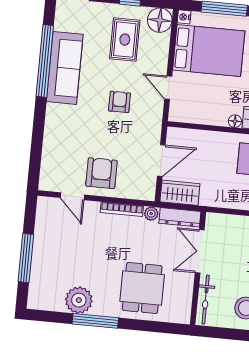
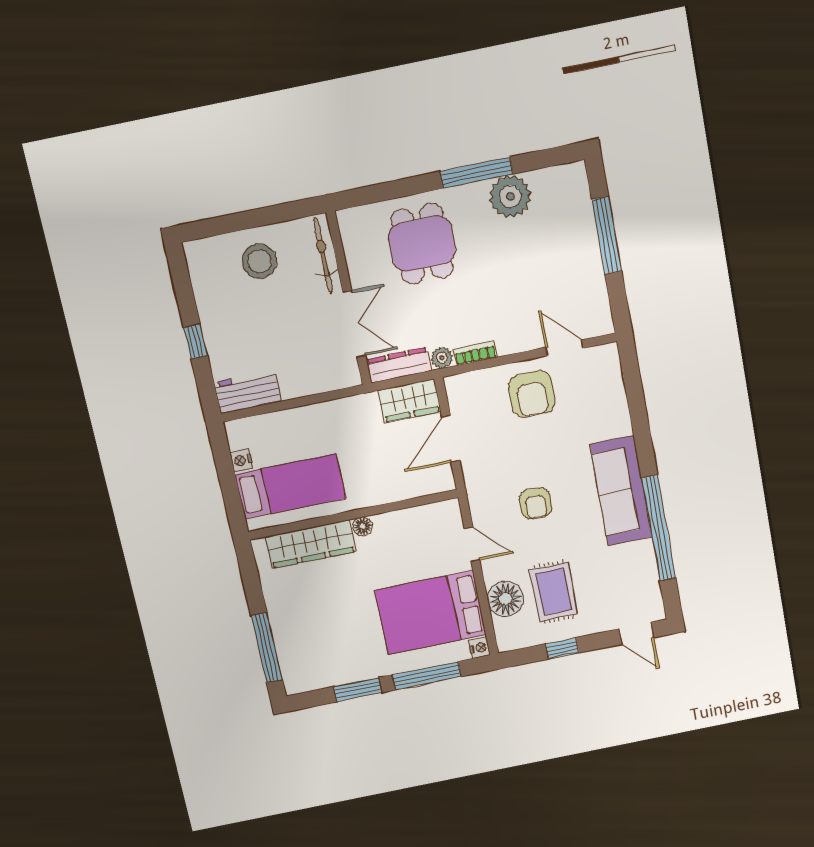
floor lamp: (160, 20) -> (506, 599), moved
sofa: (65, 68) -> (621, 491), moved
bookcase: (122, 209) -> (475, 353), width x0.64

